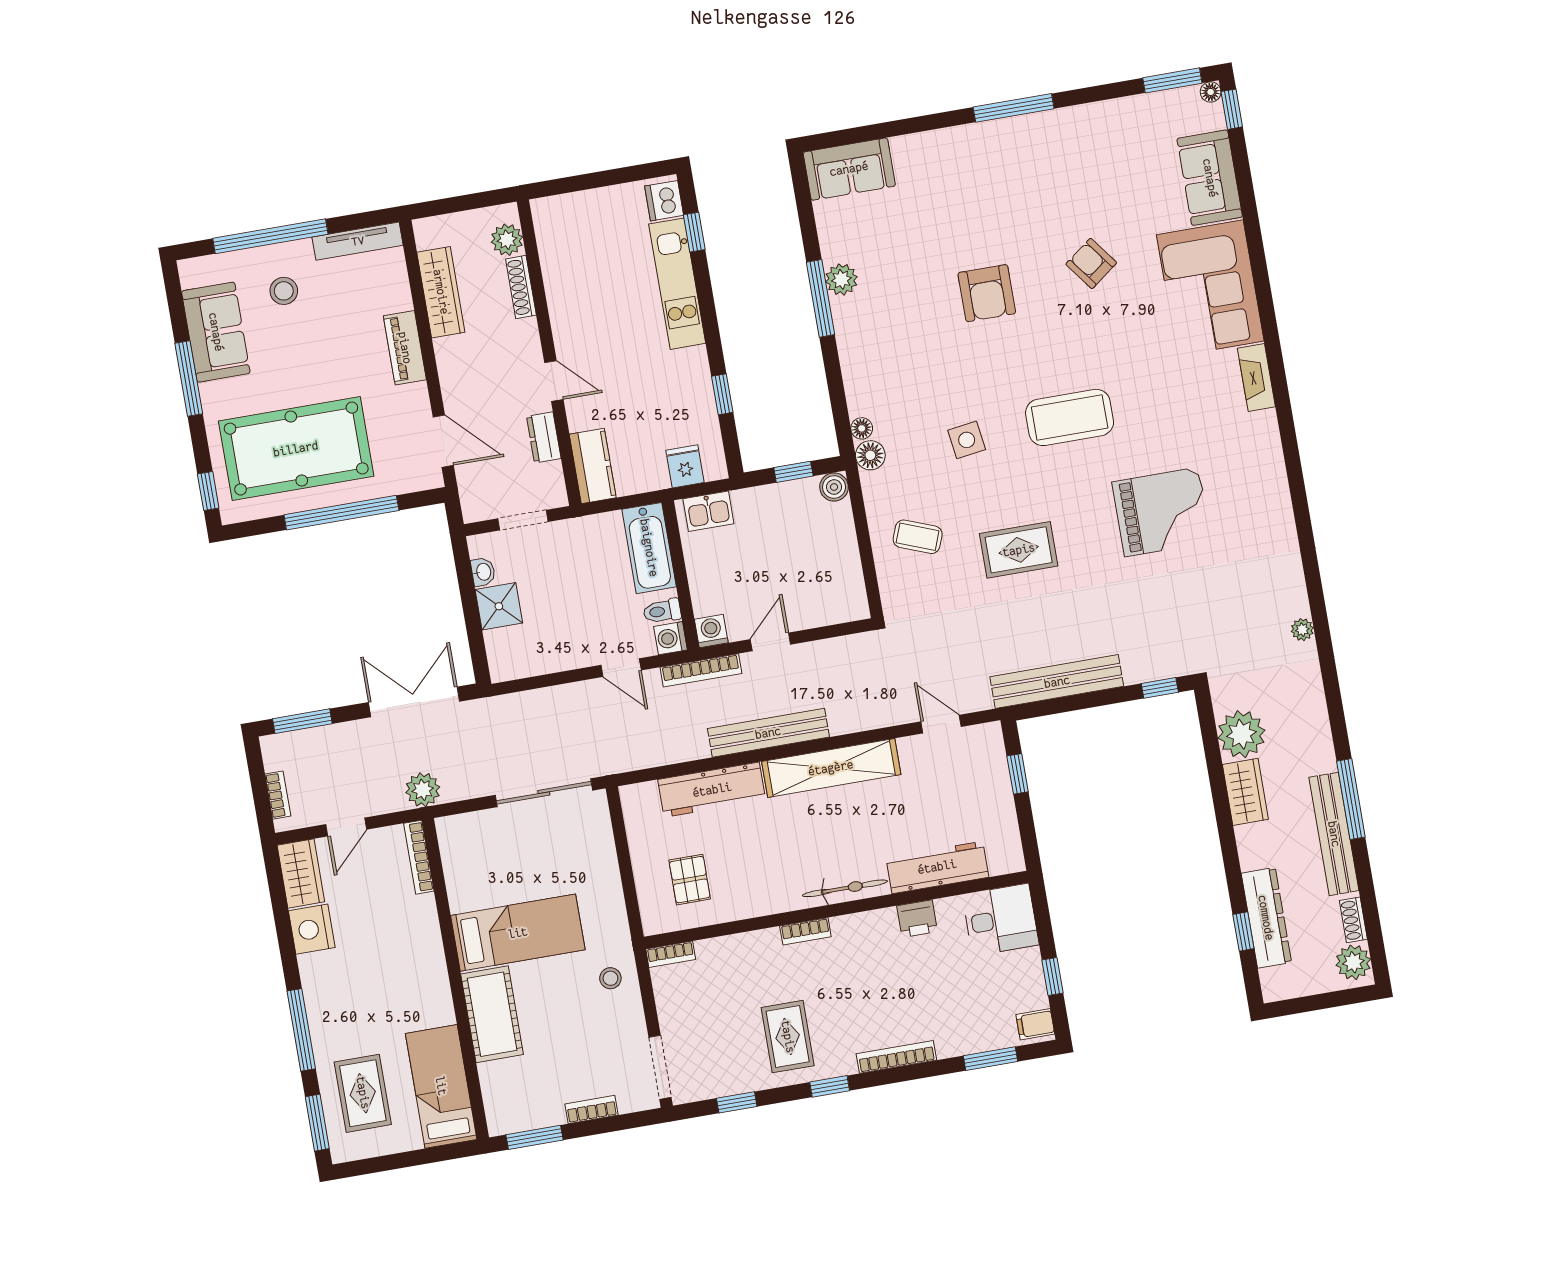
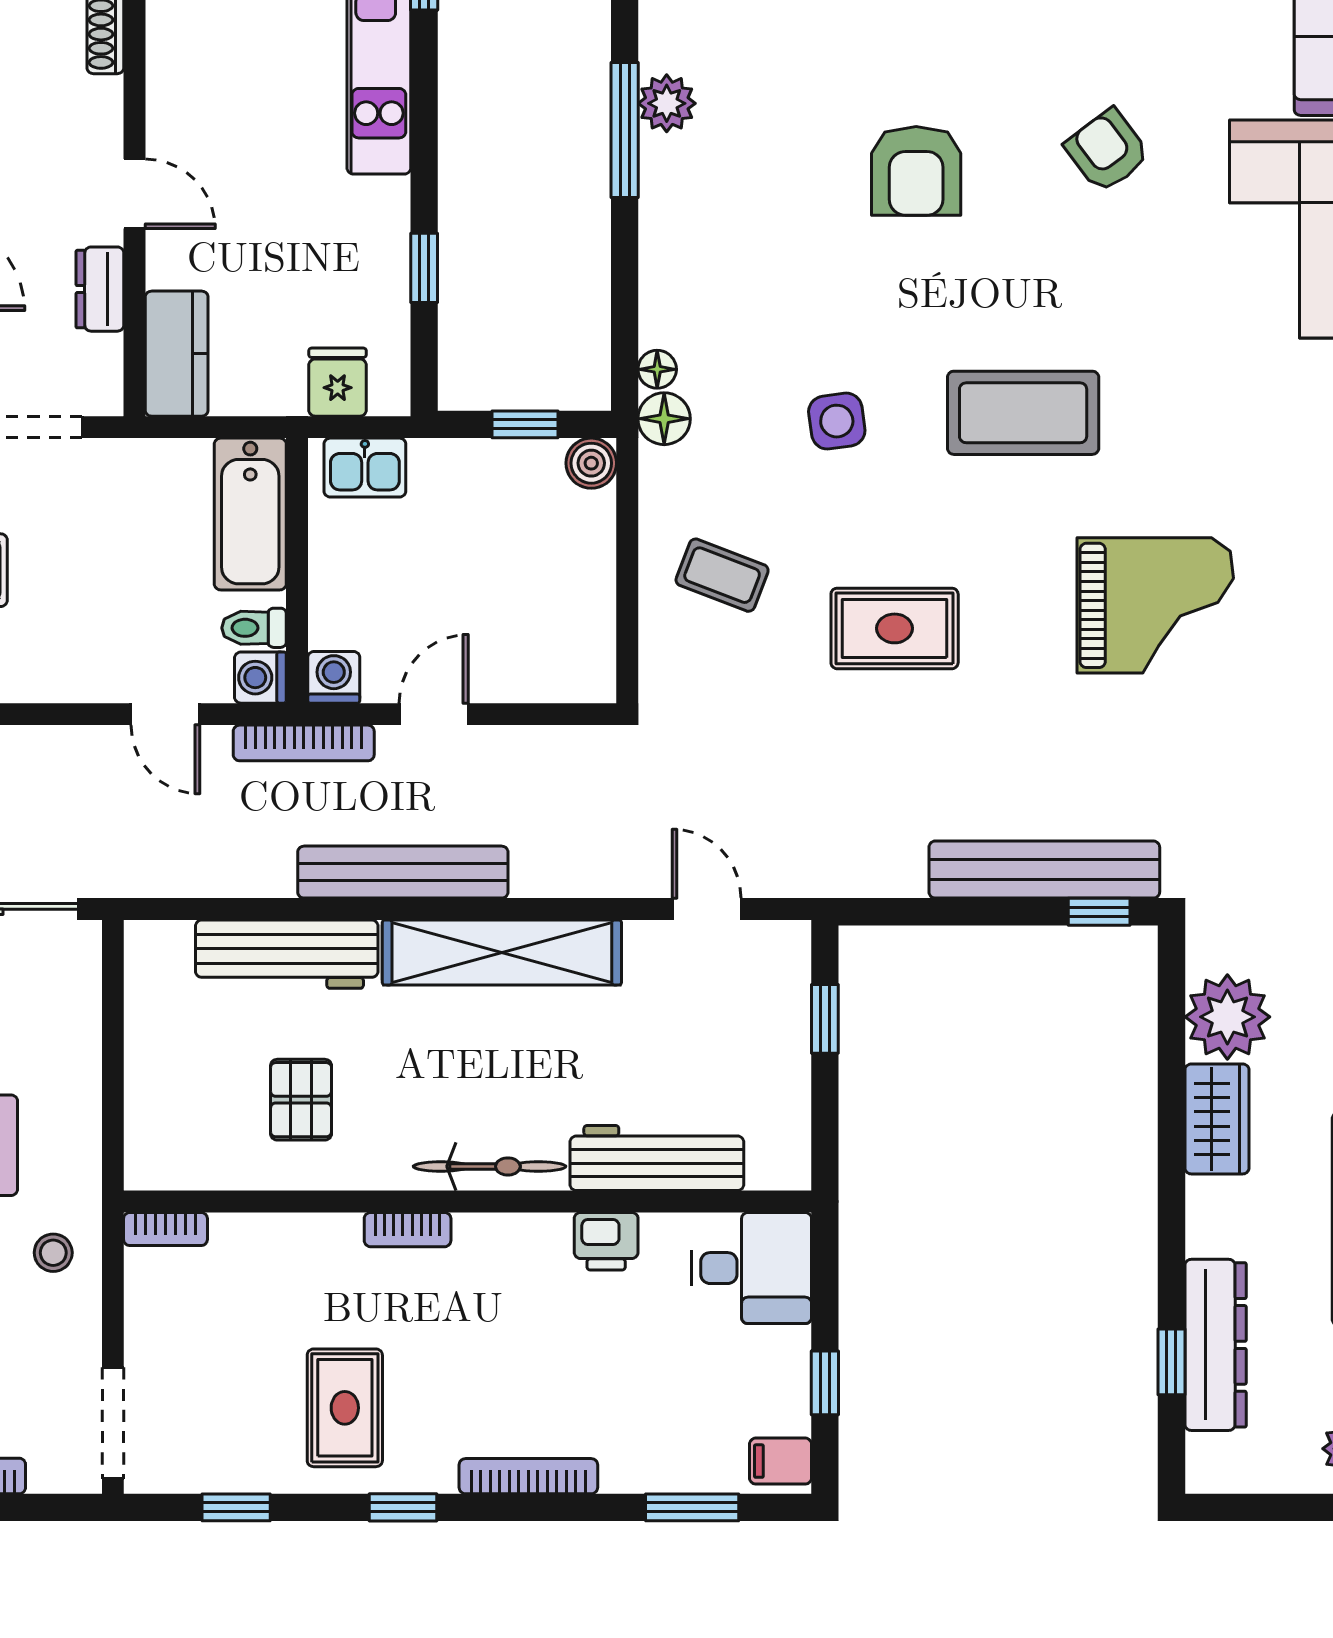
bench: (1057, 682) -> (1044, 870), moved
pallet: (690, 880) -> (301, 1100), moved

